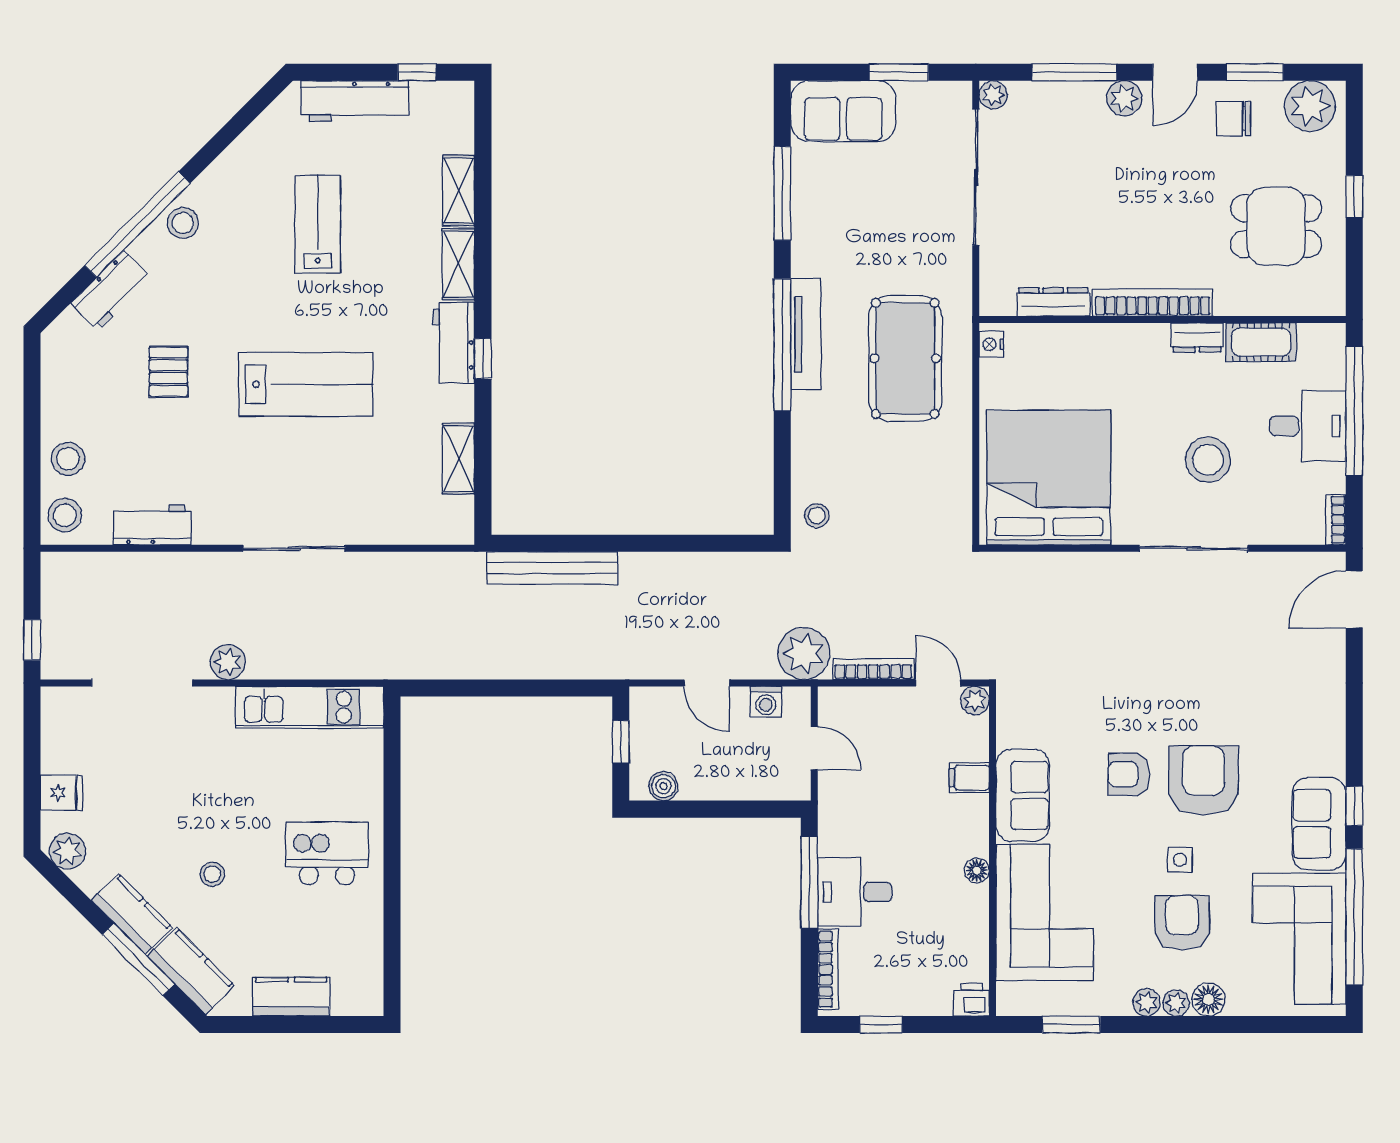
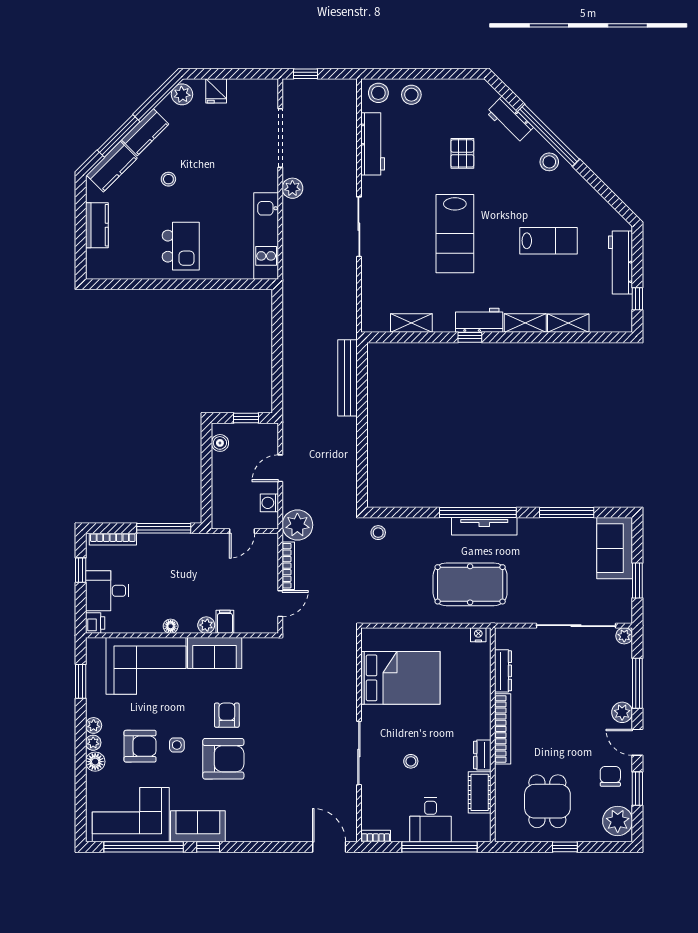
pallet: (168, 372) -> (462, 153), turned 90
stool: (1208, 460) -> (411, 761), width x0.53, depth x0.53
bed: (1049, 478) -> (400, 678), width x0.73
workbench: (152, 525) -> (373, 144), width x1.38
plant: (975, 701) -> (206, 625), moved
desk: (855, 892) -> (107, 591), moved, turned -90

